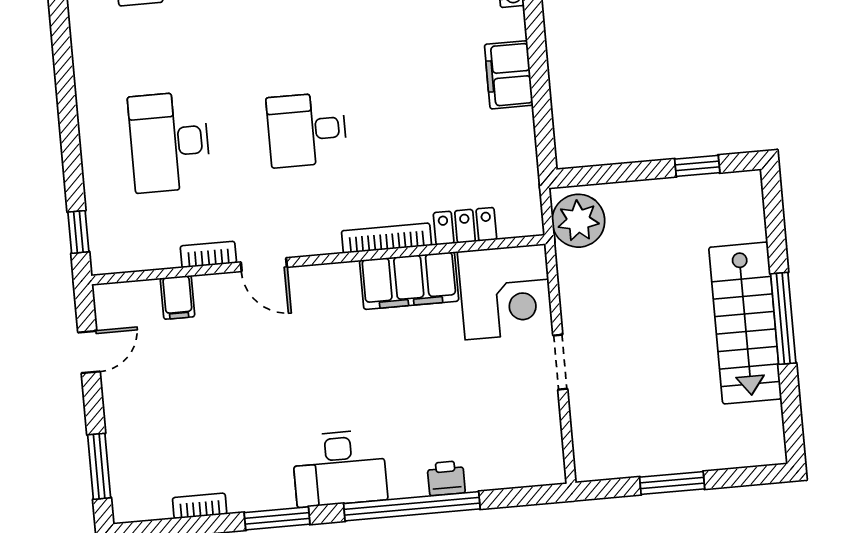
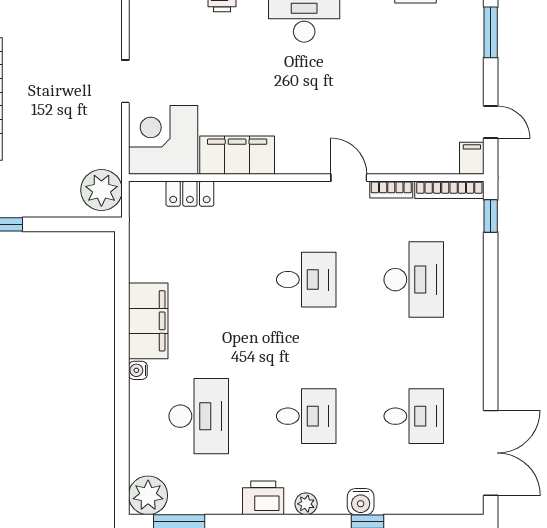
filing cabinet: (509, 75) -> (148, 321), width x1.50, depth x1.17
bookcase: (386, 238) -> (449, 190), moved
filing cabinet: (178, 297) -> (472, 158), moved
door: (89, 352) -> (491, 122), swing flipped

